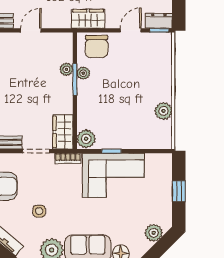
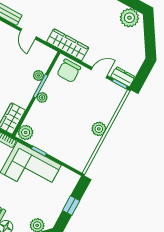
wardrobe: (88, 19) -> (68, 45), width x1.50
door: (31, 30) -> (28, 34), swing flipped
plant: (83, 73) -> (42, 97), moved
plant: (163, 111) -> (99, 129), moved

